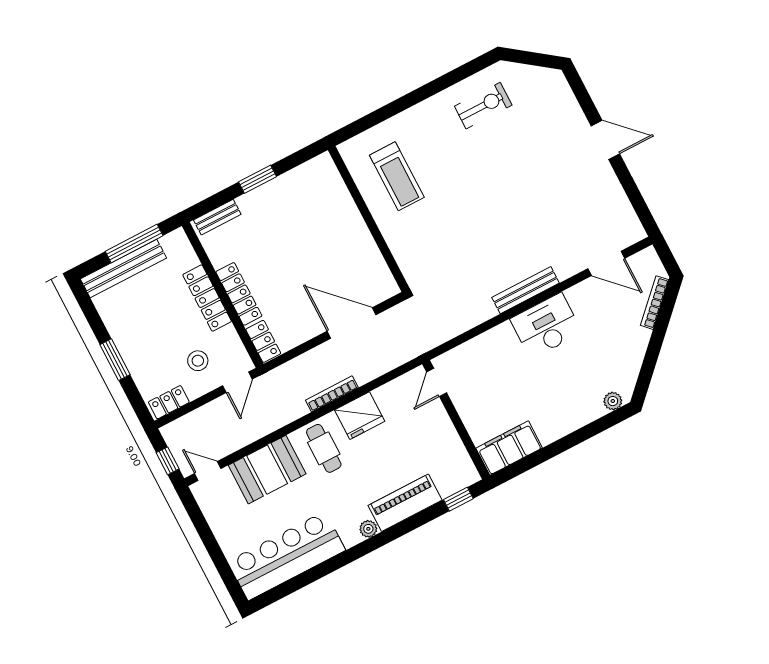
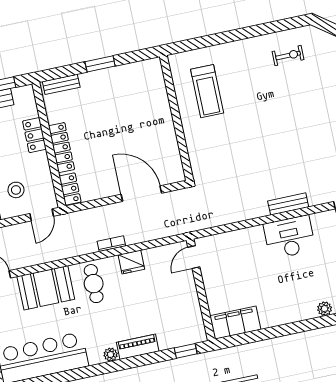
exercise bike: (483, 106) -> (288, 55), width x0.73, depth x0.72
bench: (526, 290) -> (288, 204), width x0.73
locker: (207, 298) -> (34, 135), width x0.66
bookcase: (332, 394) -> (111, 244), width x0.64
fridge: (360, 416) -> (131, 262), width x0.73, depth x0.75
piano: (405, 503) -> (138, 347), width x0.73, depth x0.75

